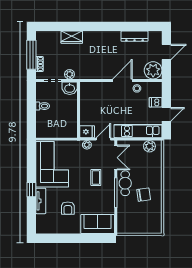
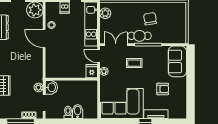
bidet: (44, 116) -> (78, 112), added

